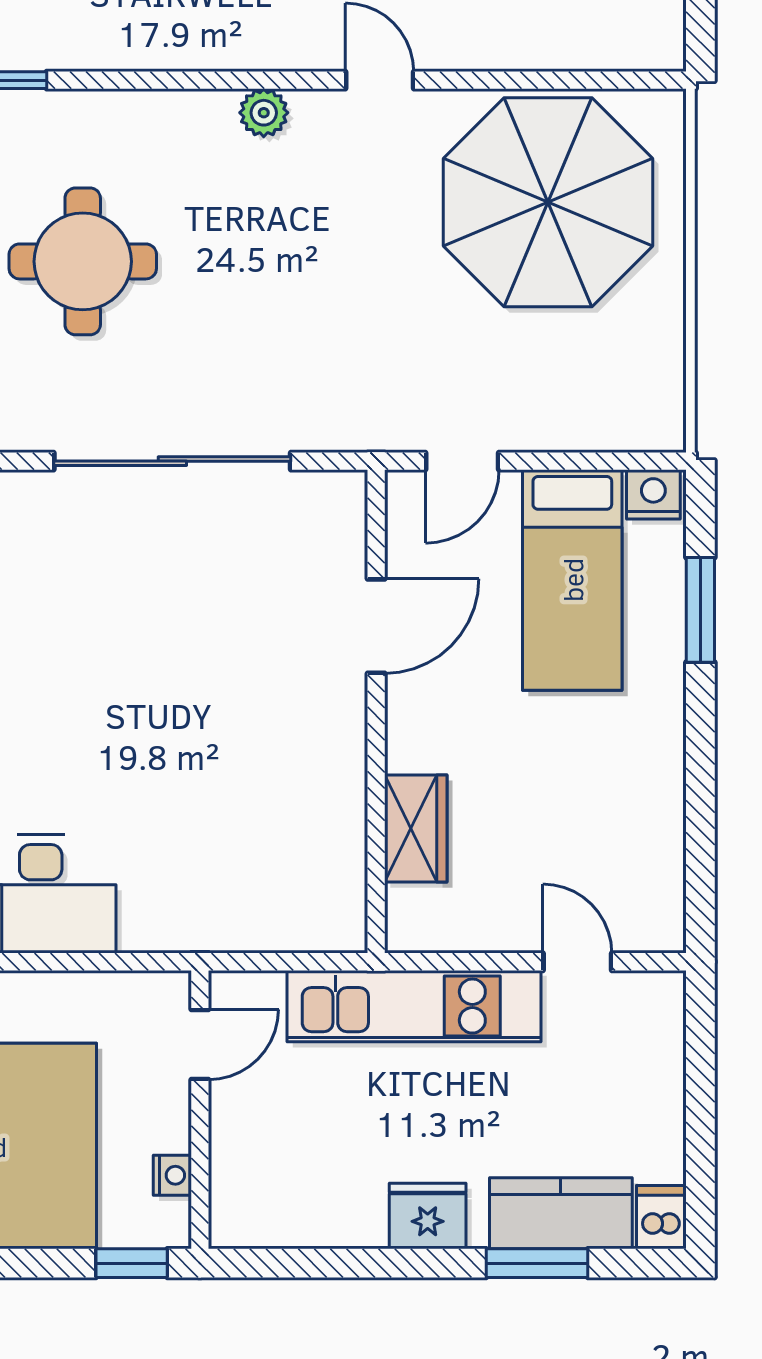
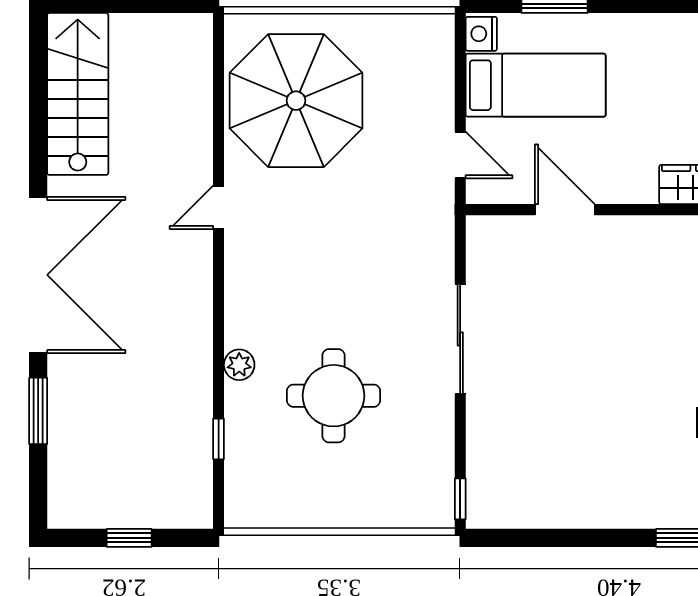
plant: (264, 113) -> (239, 365), moved
sliding door: (172, 461) -> (460, 339), width x0.73

